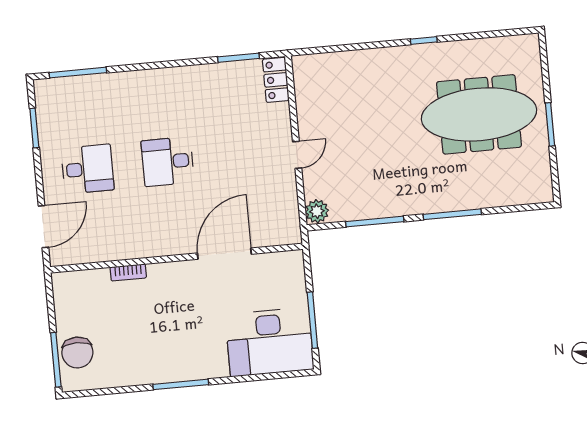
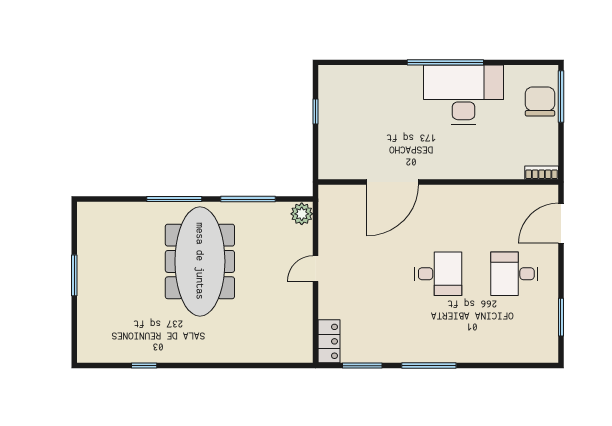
window: (424, 40) -> (144, 366), moved
window: (78, 73) -> (429, 366), moved
meeting table: (479, 114) -> (200, 261), moved, turned 90
bookcase: (128, 272) -> (542, 173), moved
window: (312, 320) -> (316, 111), width x0.46
desk: (270, 342) -> (464, 95), moved
window: (181, 384) -> (445, 62), width x1.46

